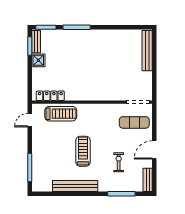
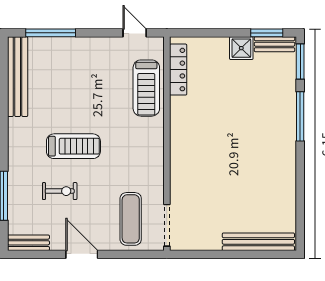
treadmill: (83, 151) -> (73, 146), moved
bench: (75, 186) -> (18, 77), moved

